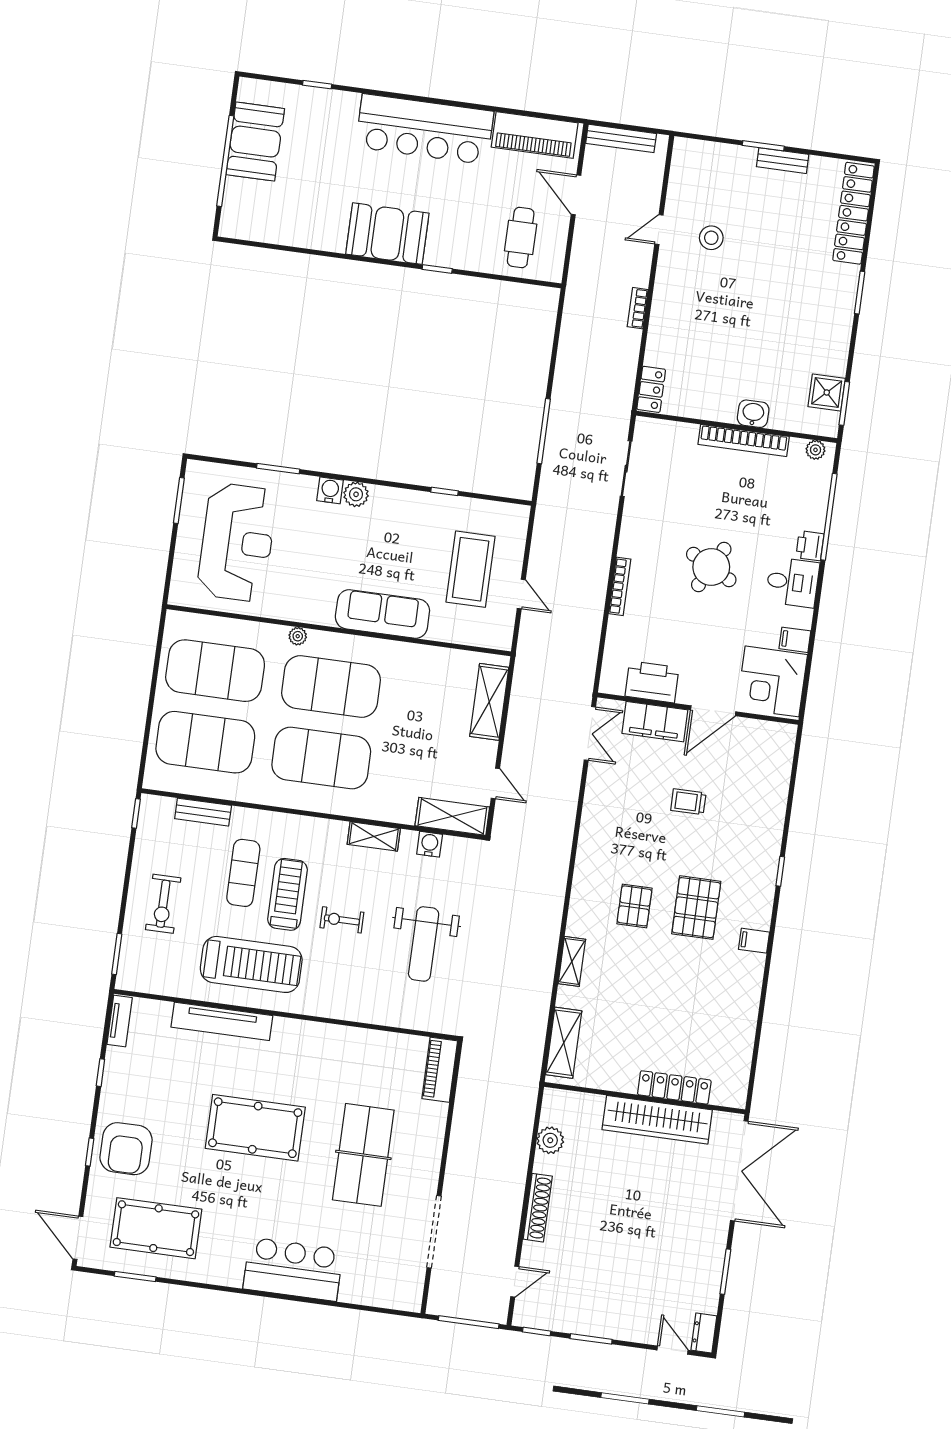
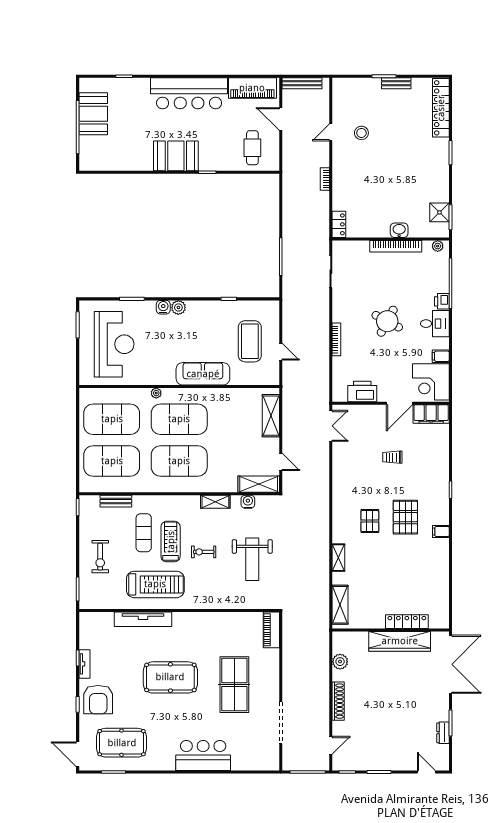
filing cabinet: (655, 722) -> (431, 414), moved
tv unit: (120, 1021) -> (84, 664), moved
dresser: (704, 1333) -> (443, 733), moved

